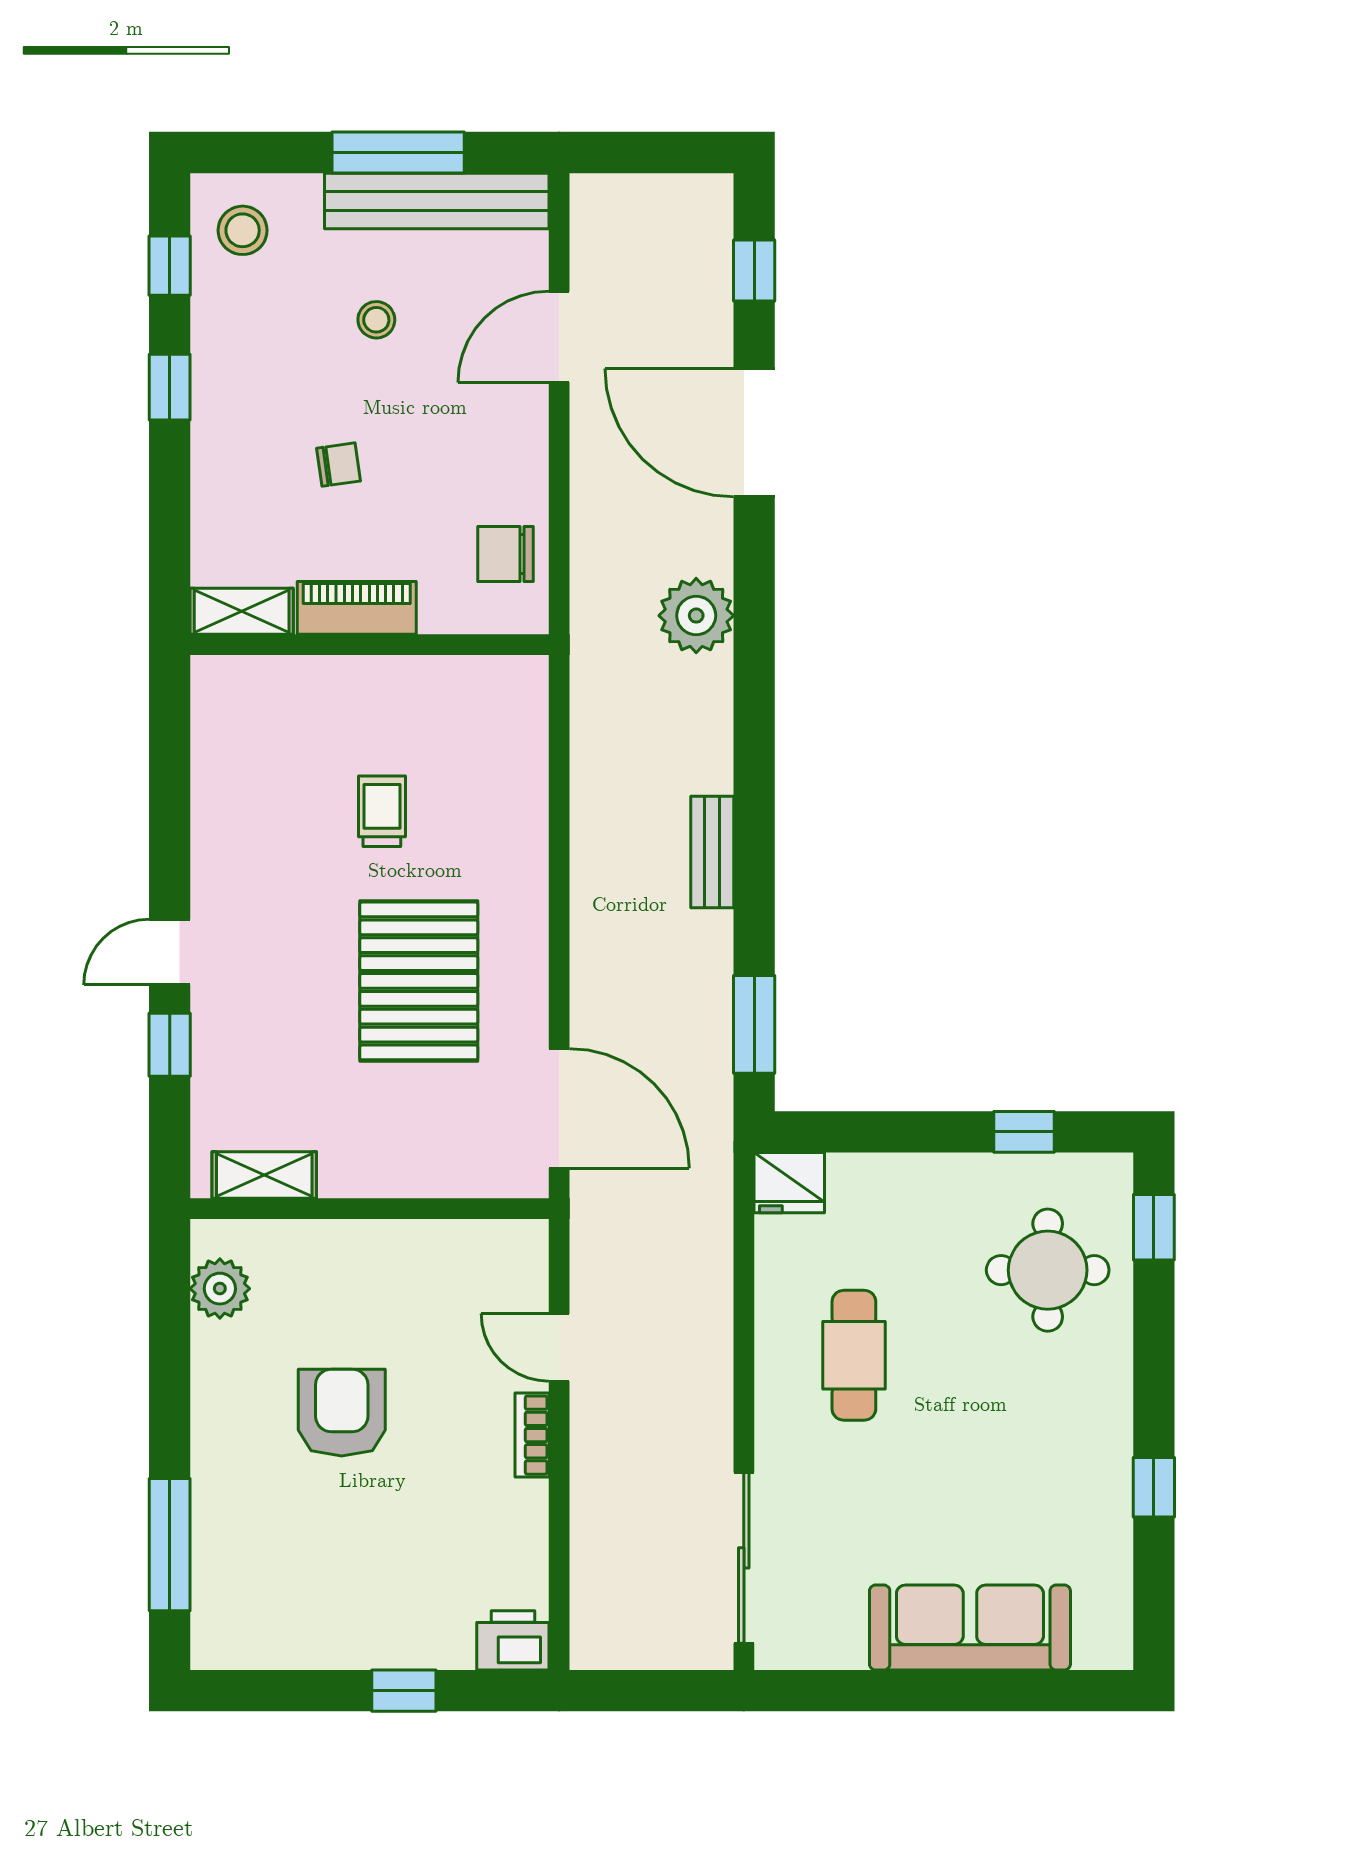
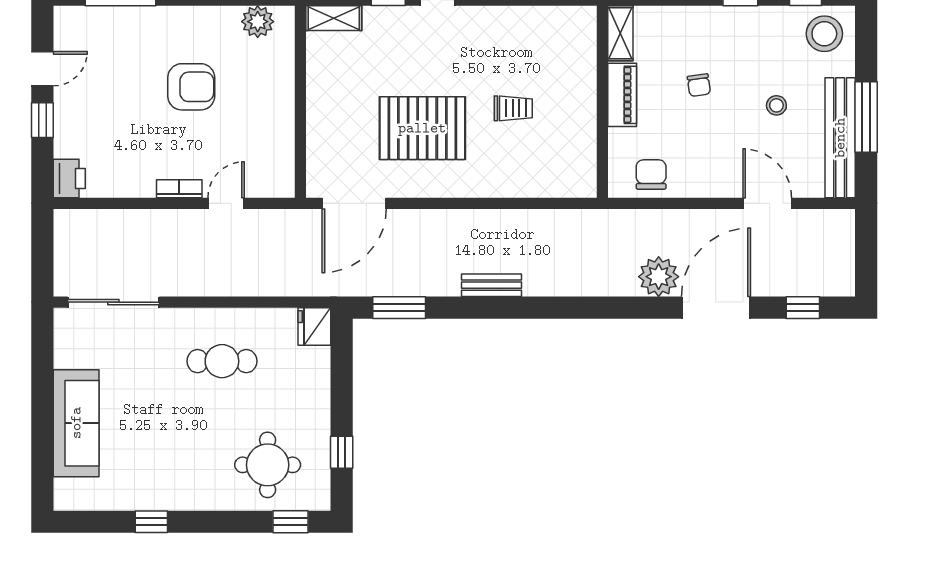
stool: (243, 230) -> (824, 34), width x1.38, depth x1.38
plant: (696, 616) -> (659, 277), moved
shelving: (264, 1175) -> (334, 18), moved, turned 90
door: (308, 1691) -> (42, 69), added

